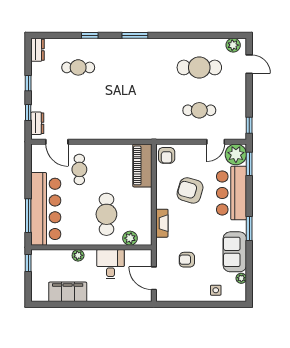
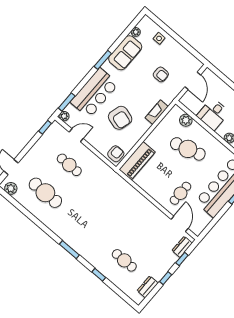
dresser: (38, 50) -> (148, 287), moved
plant: (236, 154) -> (64, 116), width x0.53, depth x0.53
cafe table: (106, 214) -> (188, 149), turned 74

